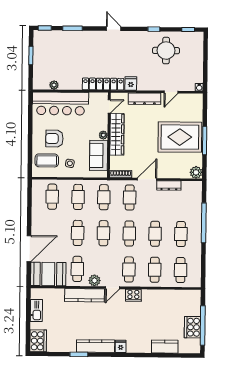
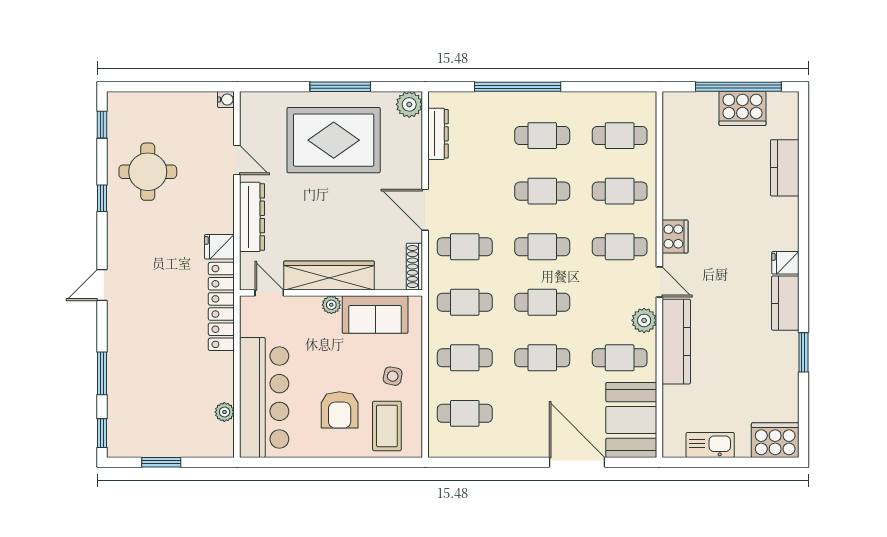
rug: (180, 137) -> (334, 140), turned 90
dresser: (169, 185) -> (438, 134), moved
kitchen counter: (96, 346) -> (785, 303), width x0.67

